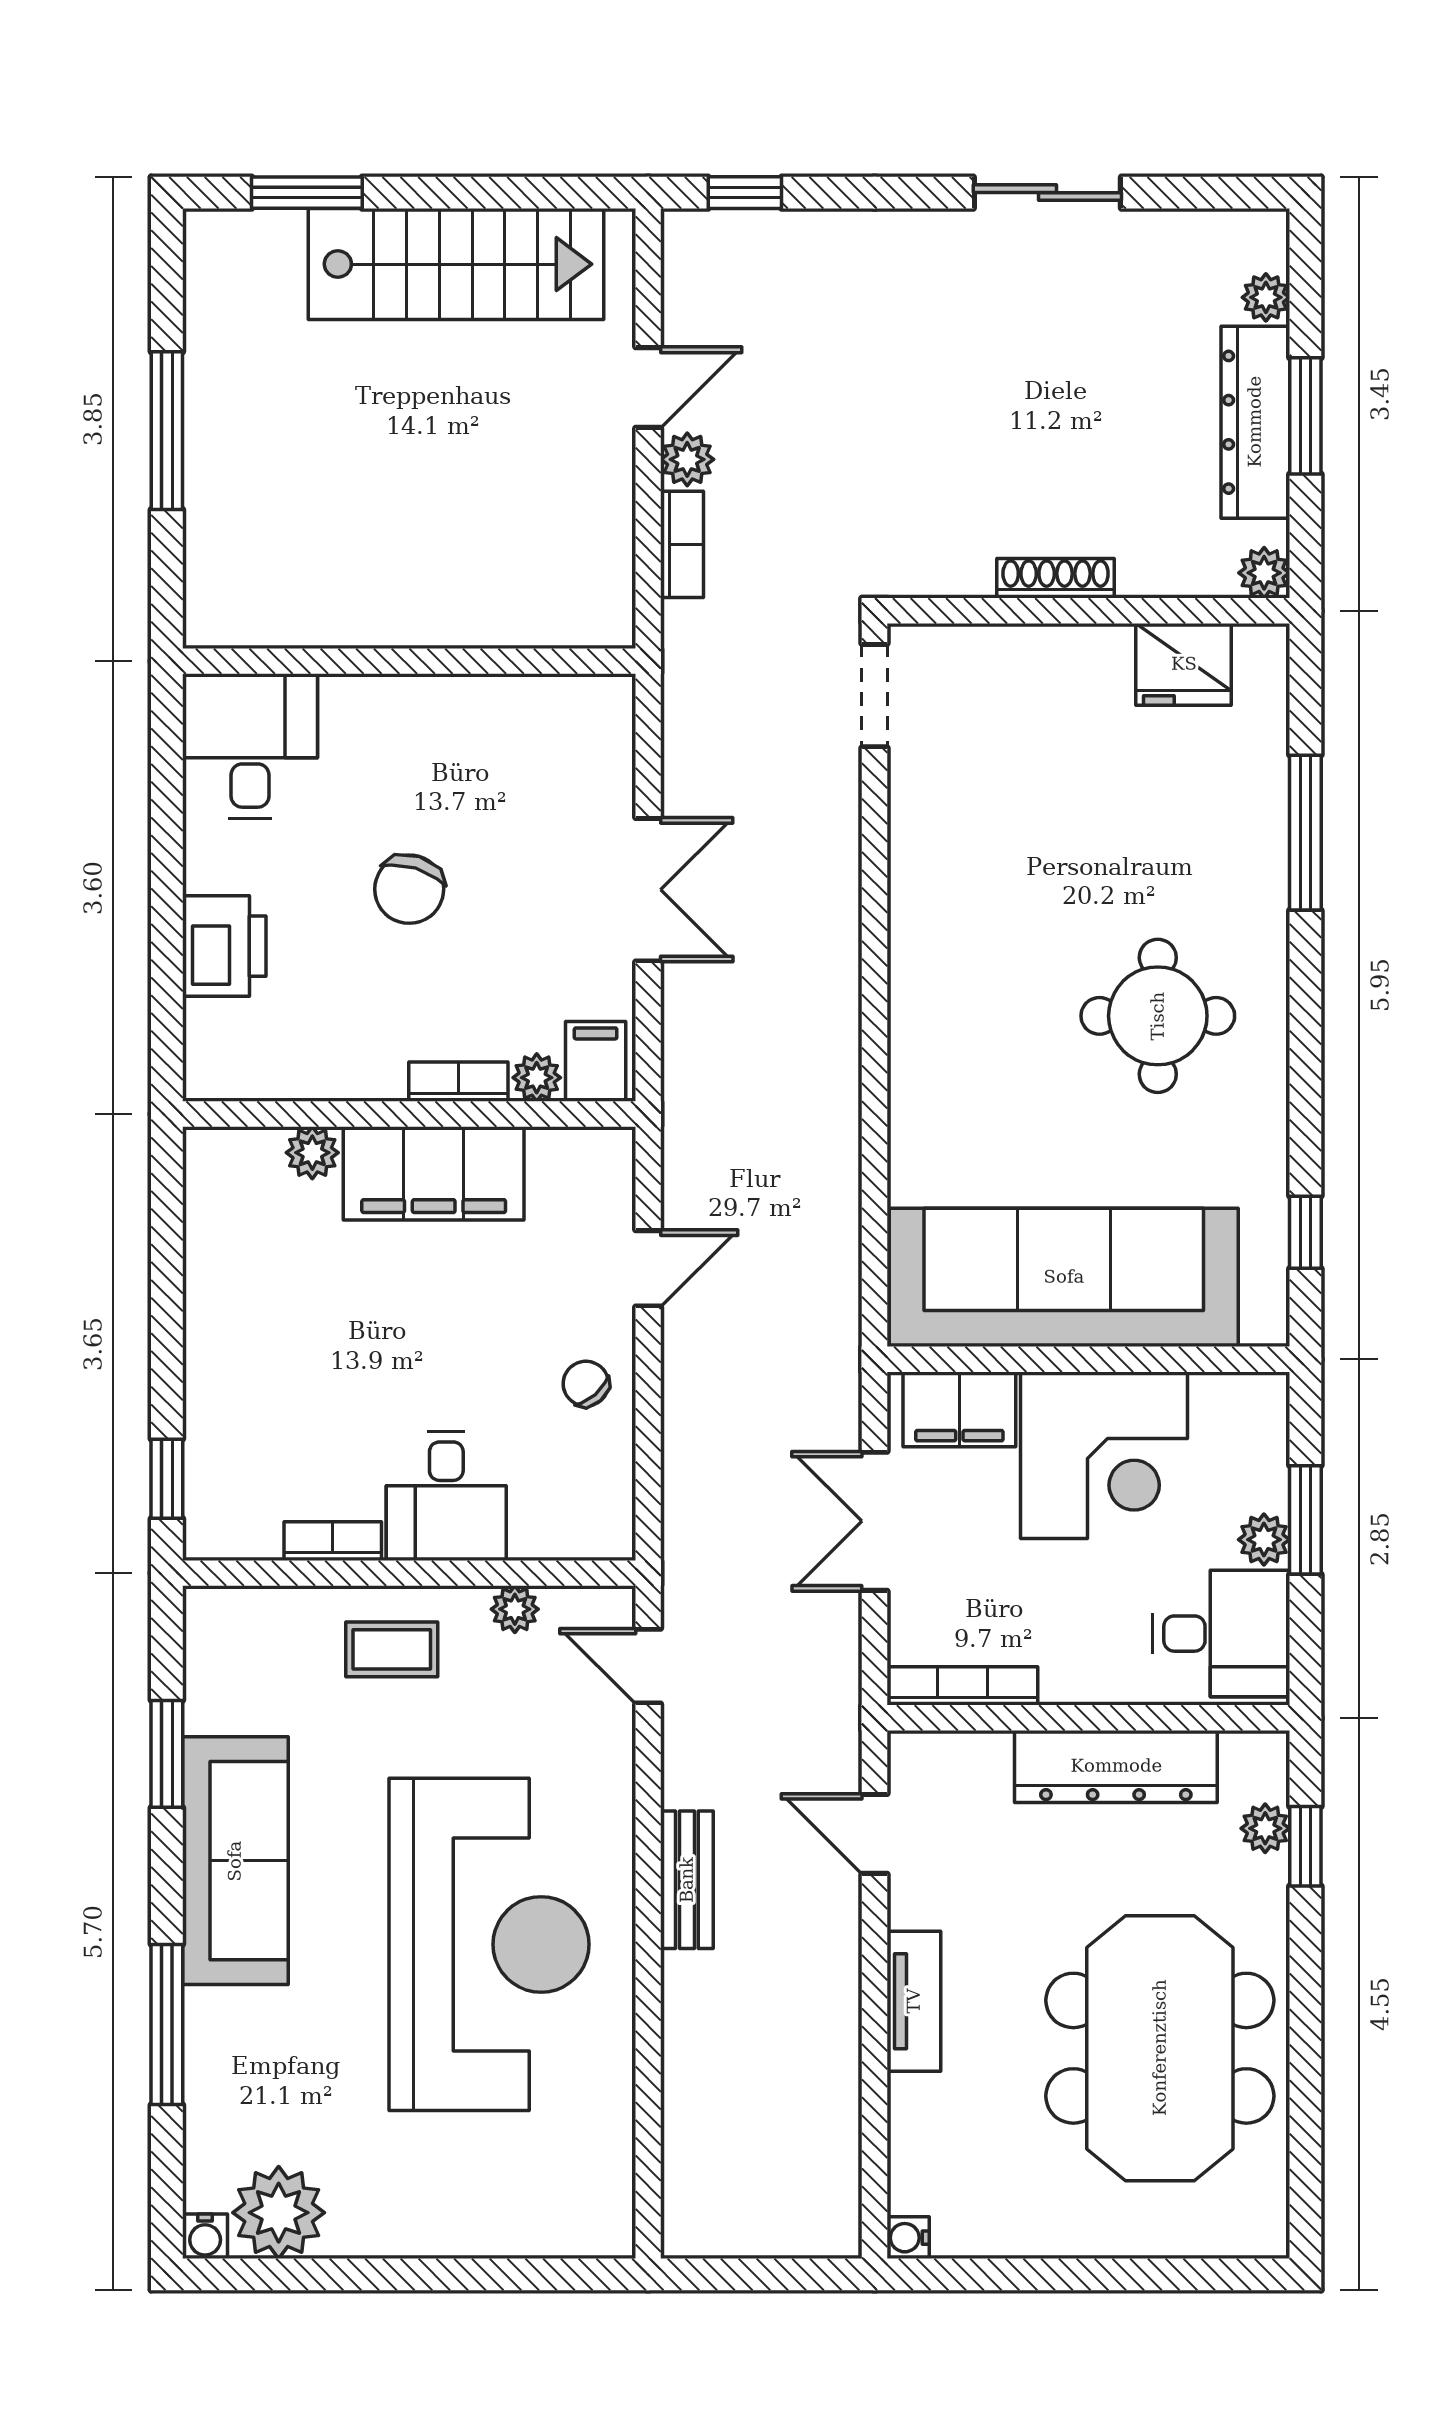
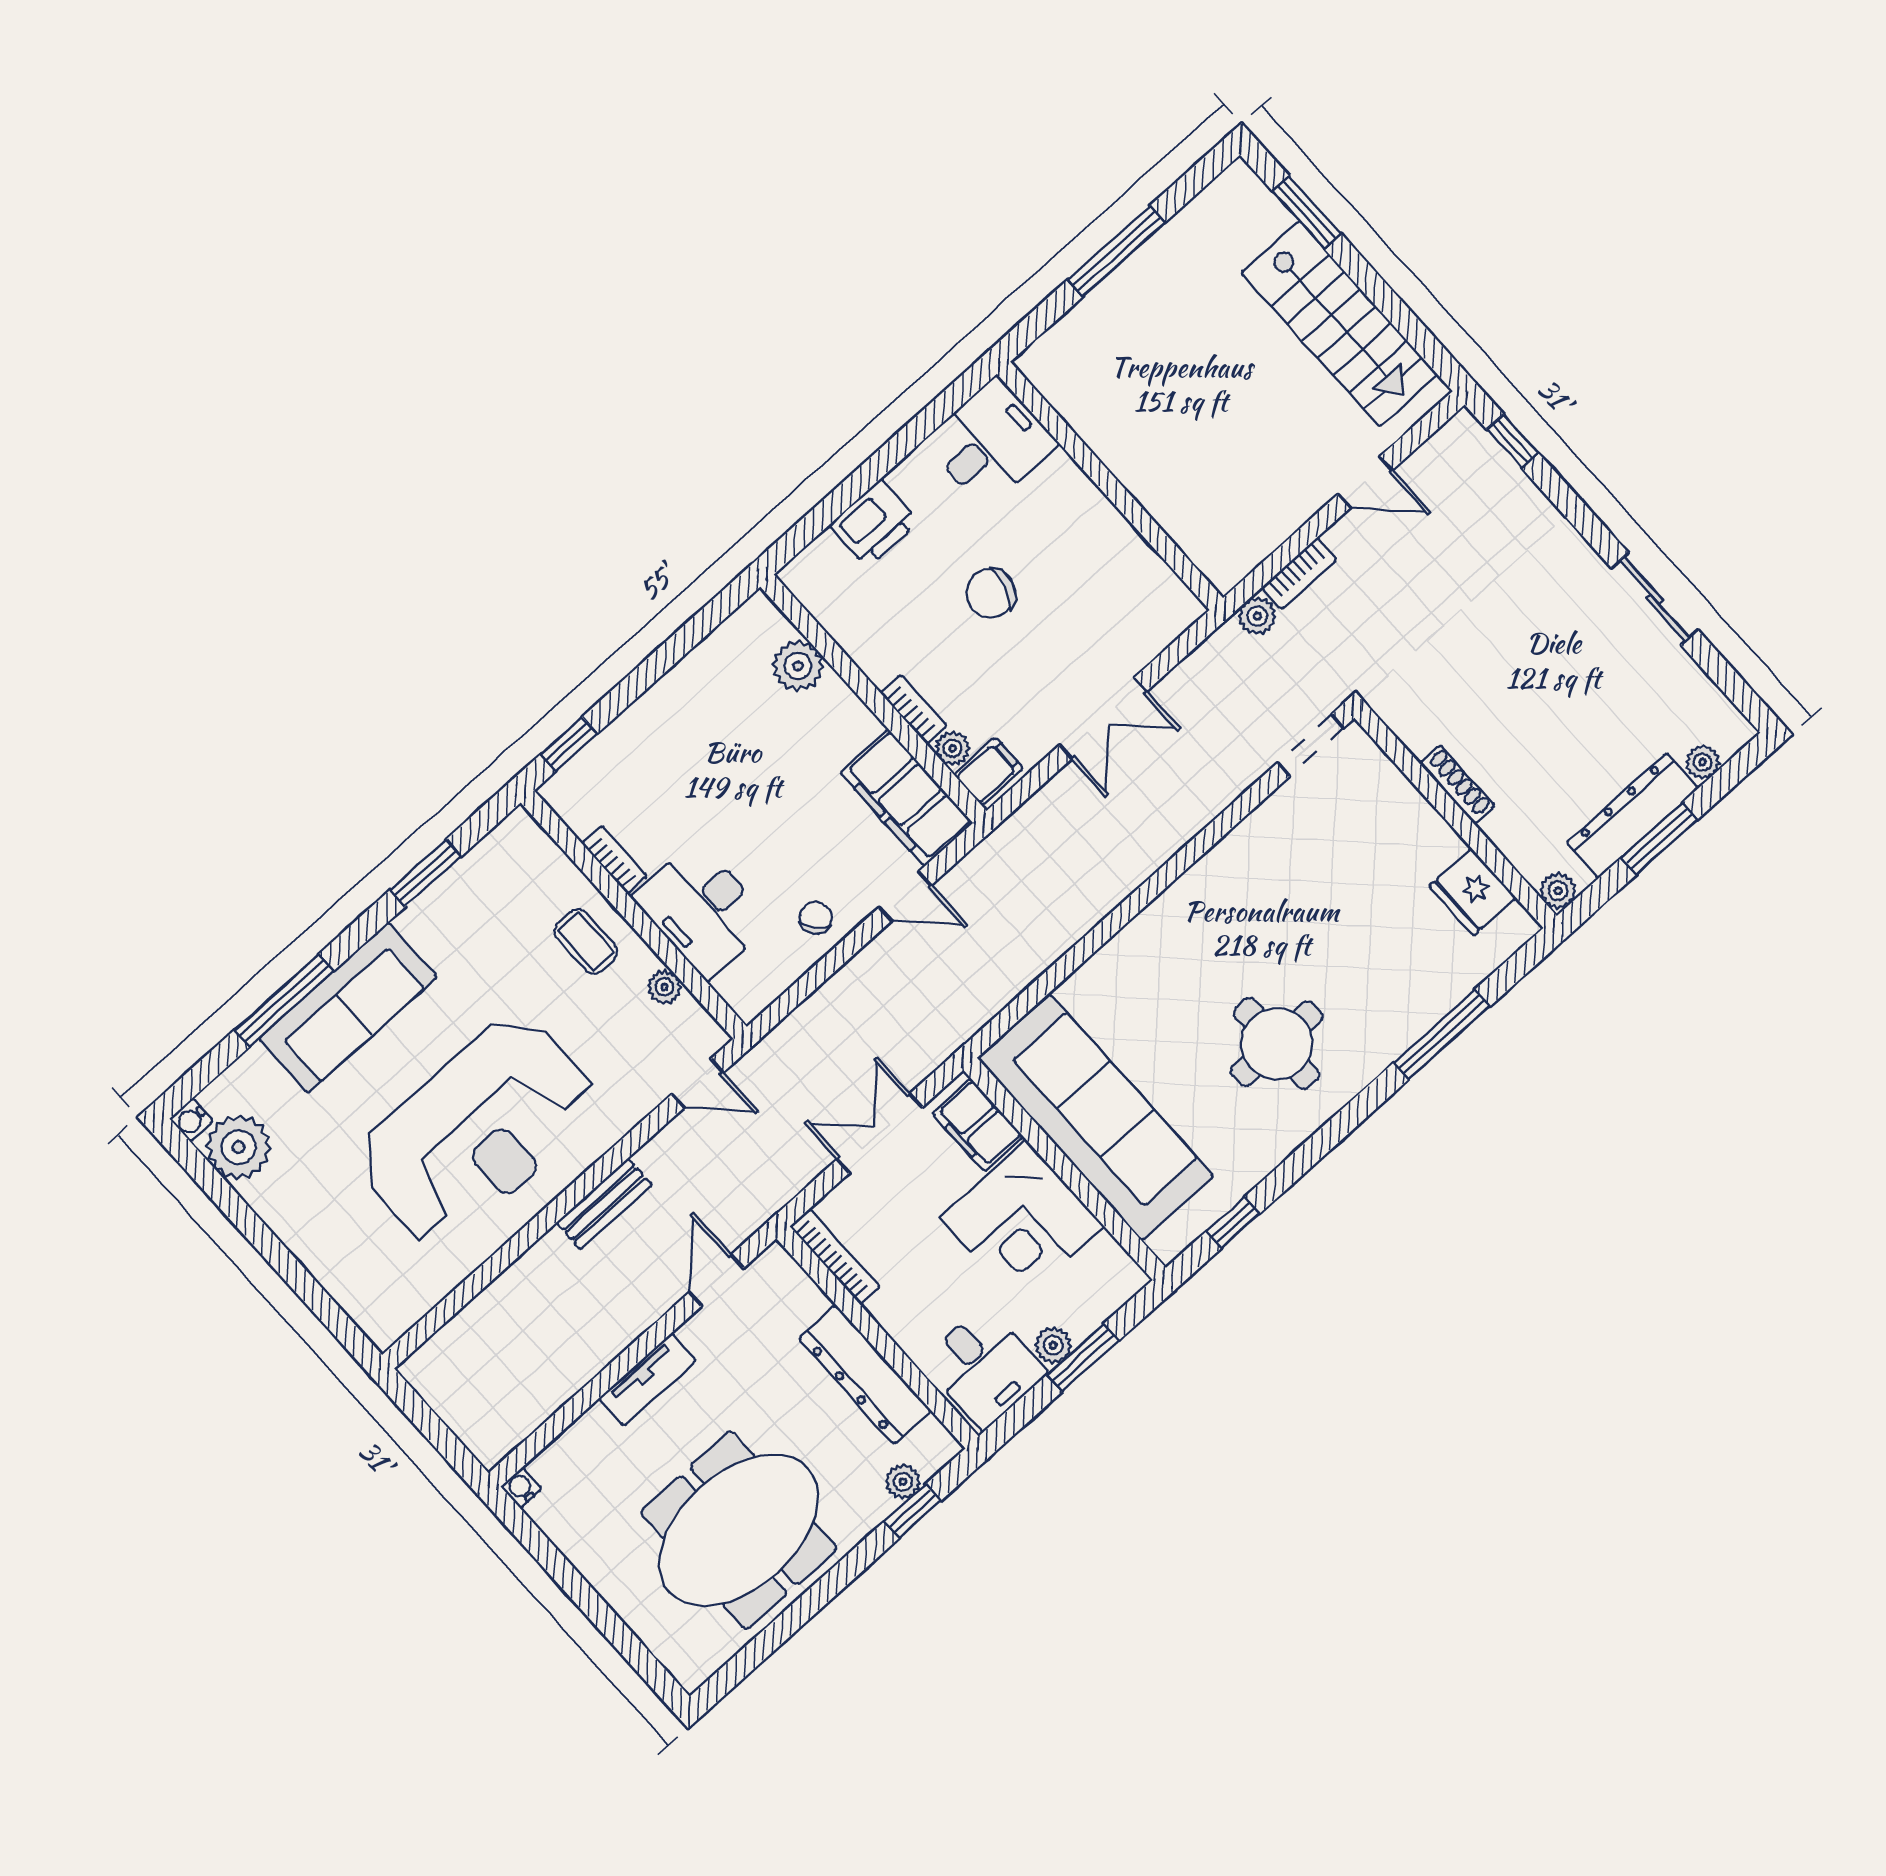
plant: (687, 459) -> (1257, 616), moved
plant: (312, 1153) -> (798, 666), width x1.38, depth x1.38
filing cabinet: (434, 1173) -> (906, 798), moved
desk: (446, 1496) -> (702, 909), width x1.37
door: (648, 1666) -> (698, 1083), swing flipped
sofa: (235, 1861) -> (348, 1008), moved

